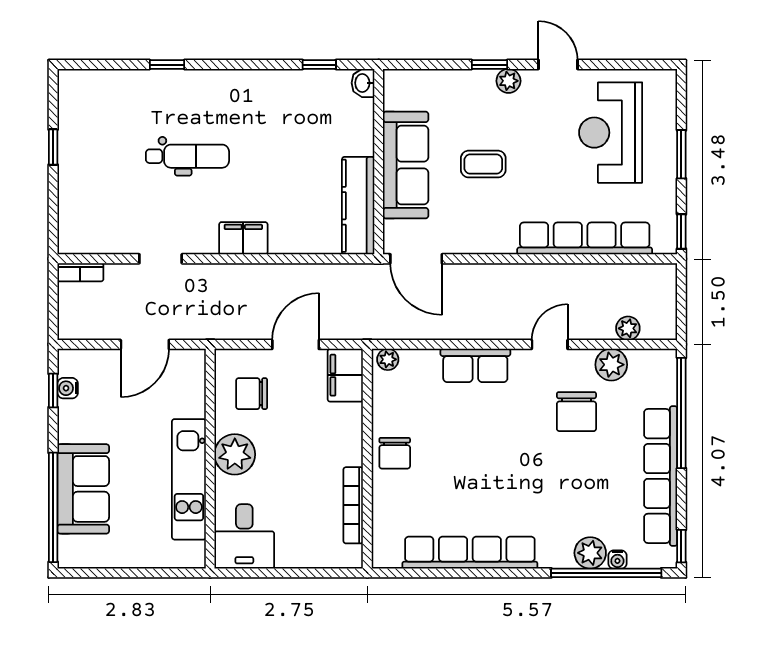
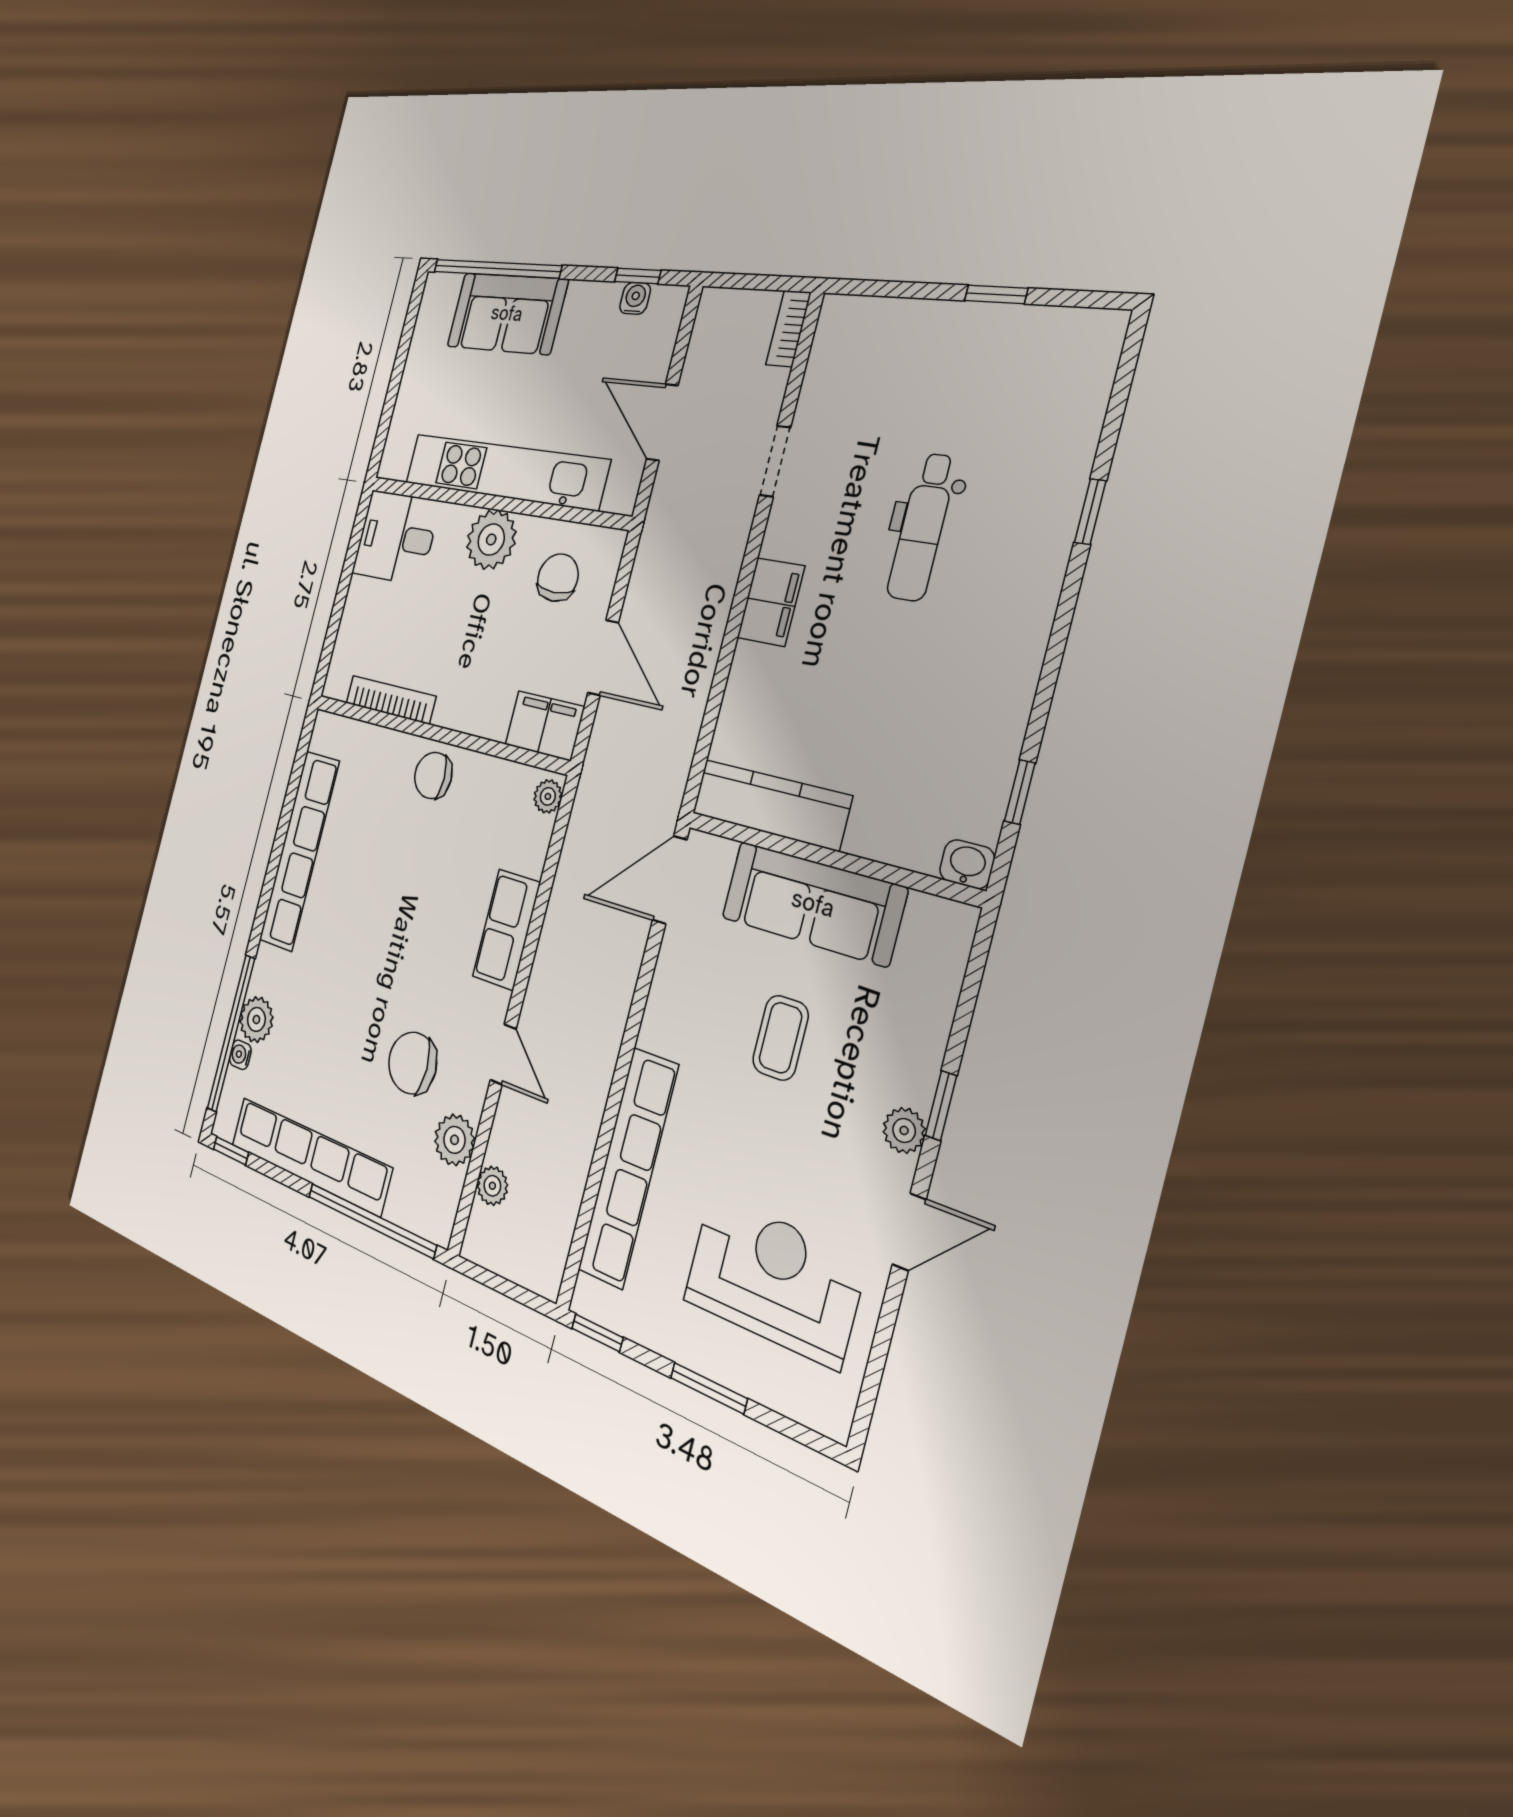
kitchen unit: (189, 479) -> (505, 471), width x1.36

